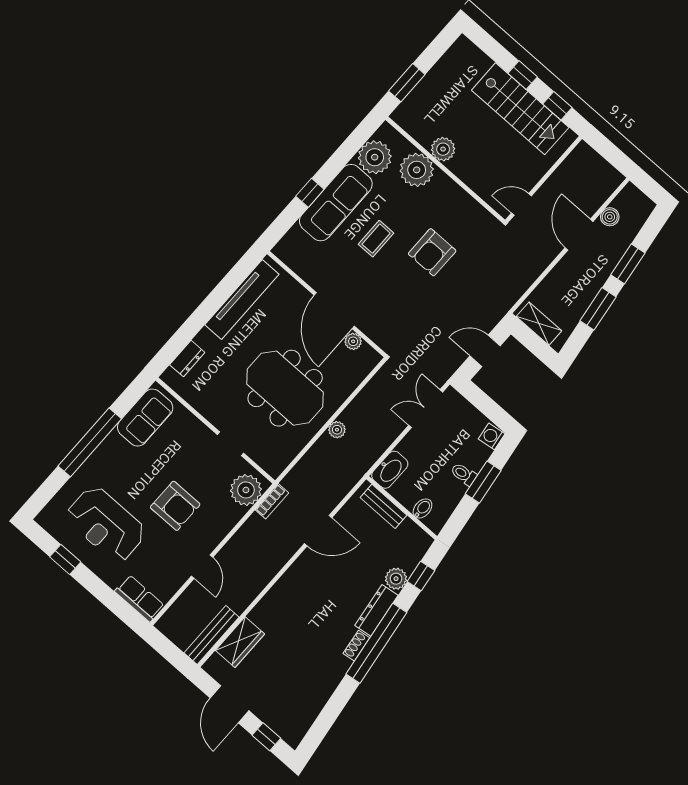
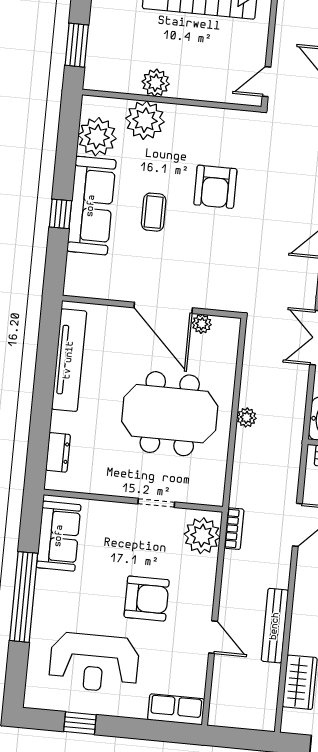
bench: (212, 635) -> (275, 626), moved

